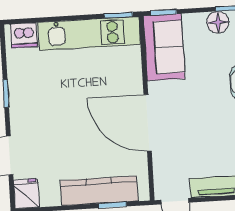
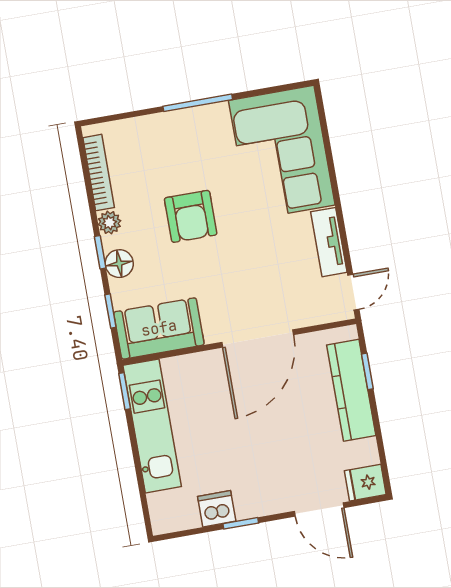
window: (163, 12) -> (110, 311), moved
dishwasher: (24, 35) -> (217, 509), moved, turned -90

